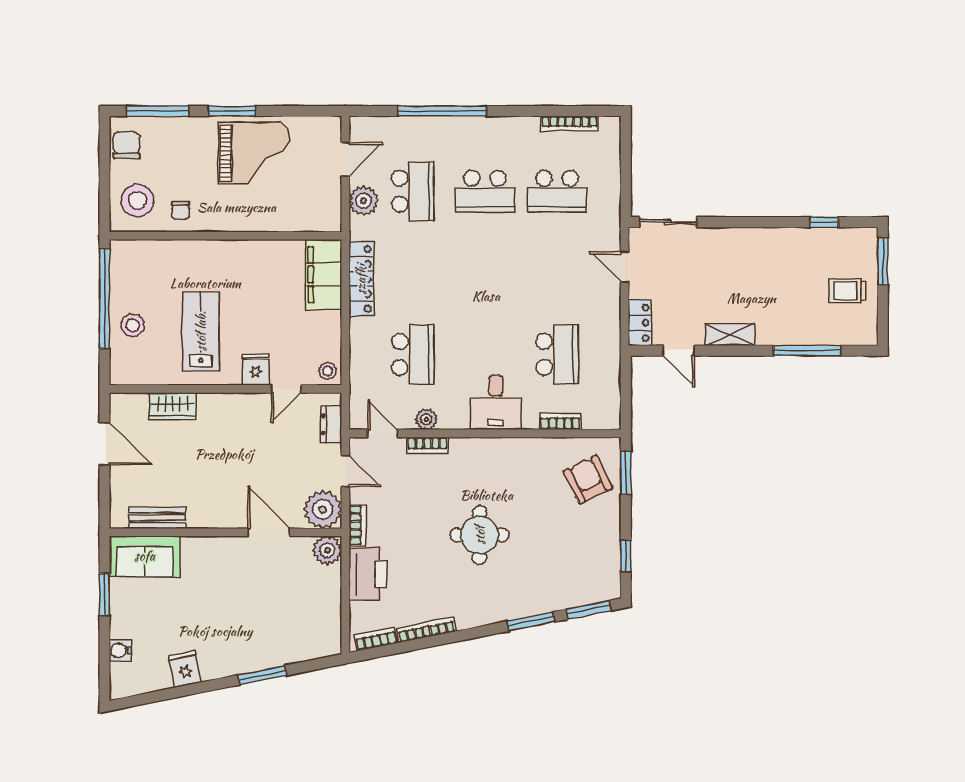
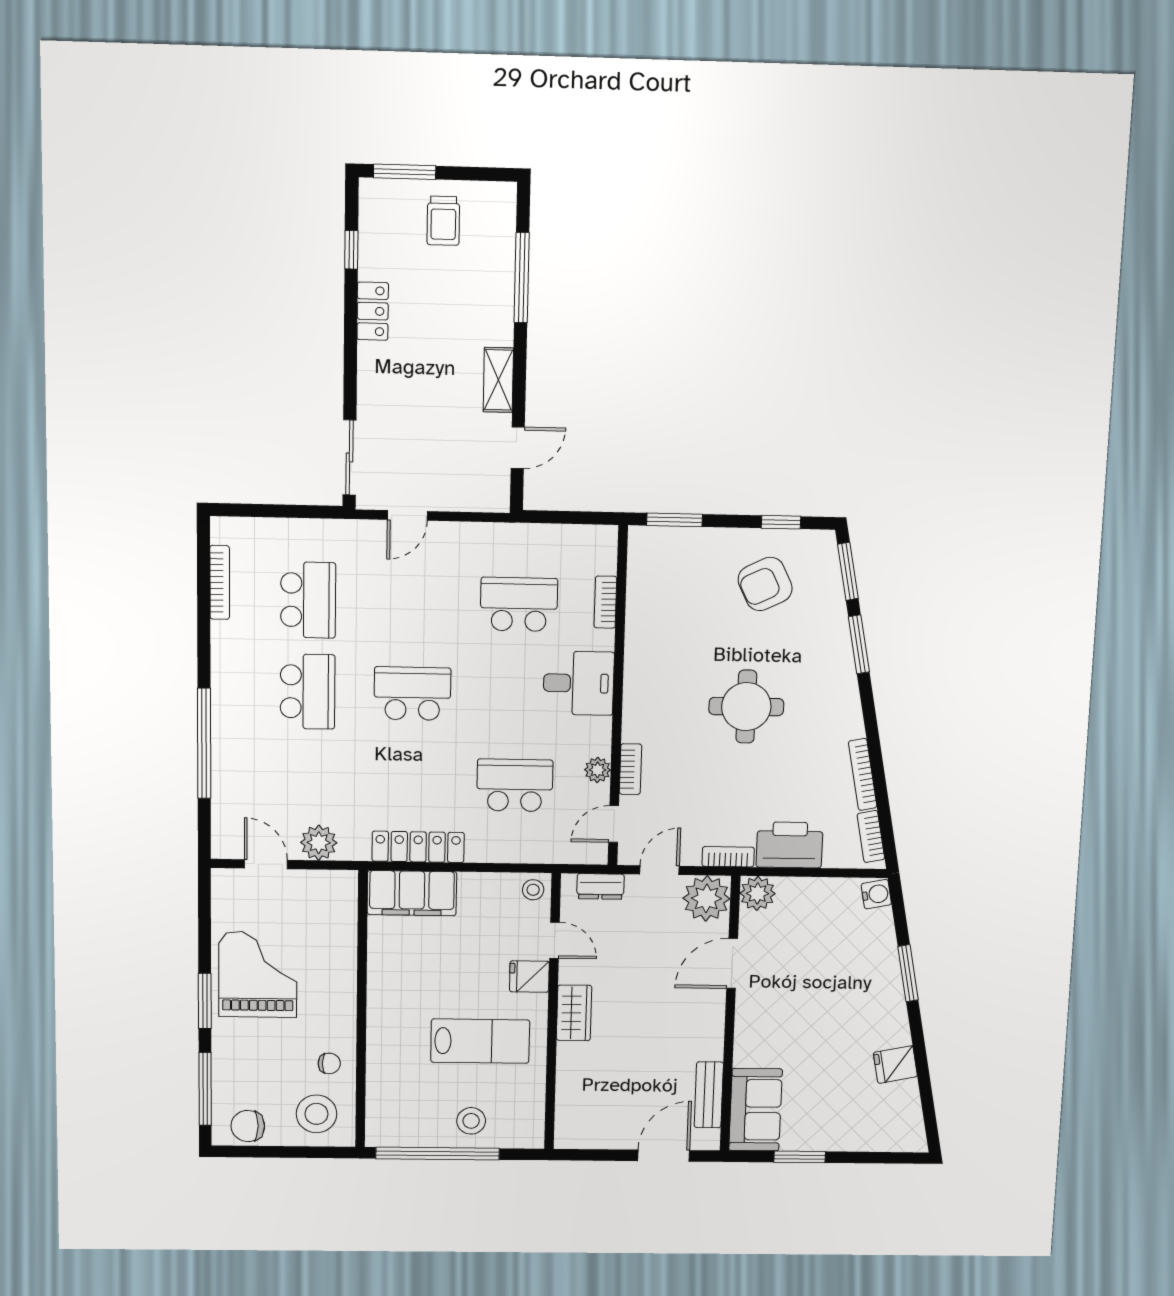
school desk: (413, 191) -> (412, 694), moved
locker: (640, 323) -> (373, 311), moved, turned 90
lab bench: (201, 331) -> (480, 1041), turned 180
wardrobe: (173, 406) -> (574, 1013), moved
door: (105, 444) -> (664, 1156), moved
armchair: (588, 480) -> (765, 584), moved
water cooler: (120, 650) -> (876, 894), moved, turned -101

